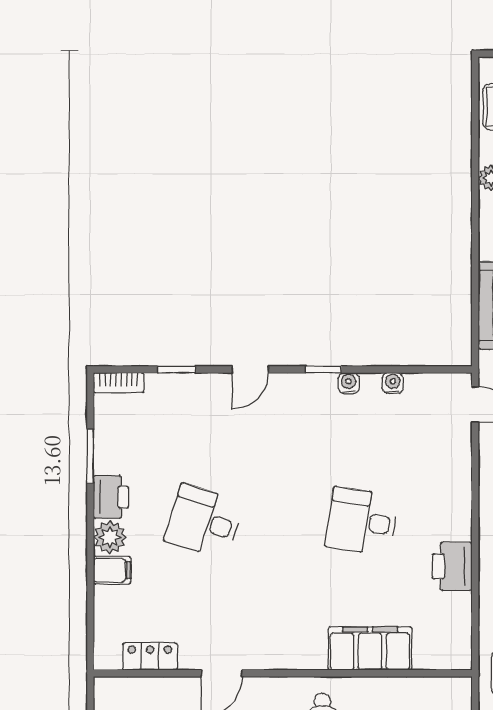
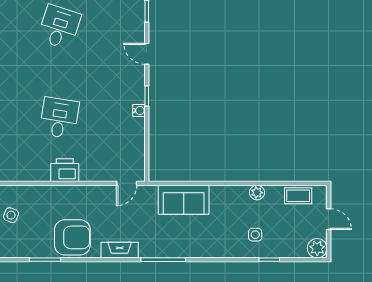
water cooler: (393, 383) -> (139, 136), removed
printer: (452, 566) -> (65, 170), moved

